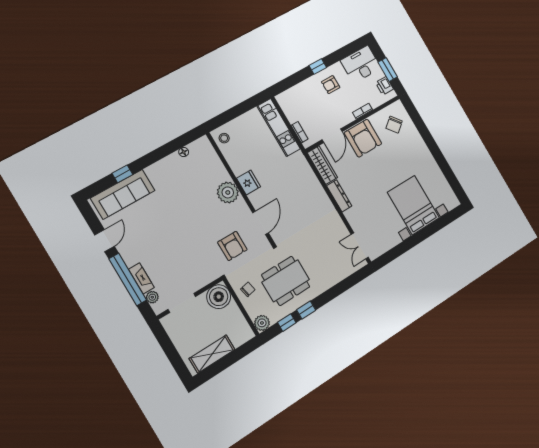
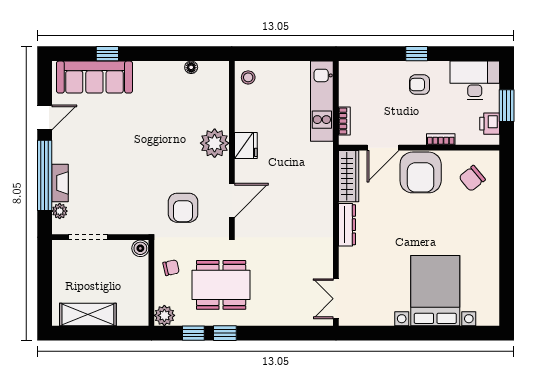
boiler: (219, 297) -> (140, 248), width x0.54, depth x0.54

